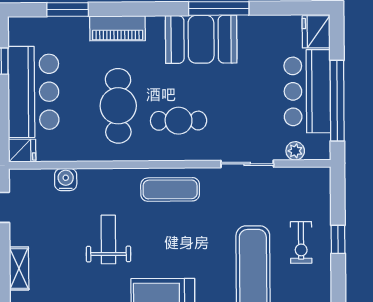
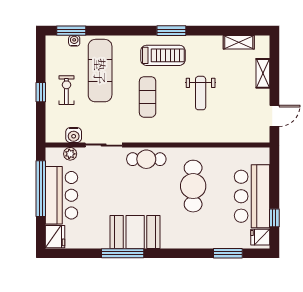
piano: (118, 28) -> (193, 240), removed
cafe table: (179, 121) -> (146, 159), moved
fridge: (22, 151) -> (260, 237), moved
water cooler: (66, 179) -> (74, 135), moved
exercise mat: (170, 189) -> (148, 97), moved, turned 90

